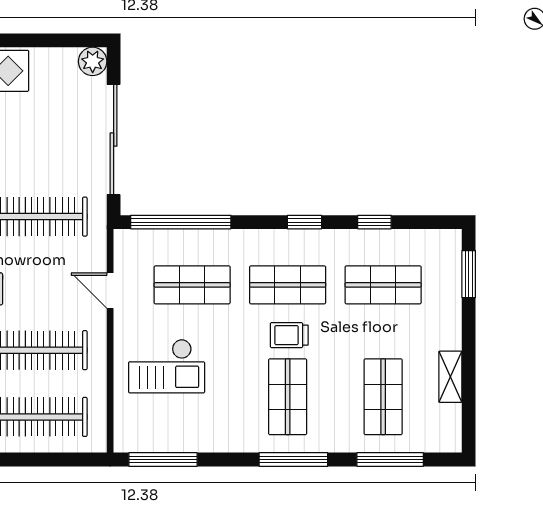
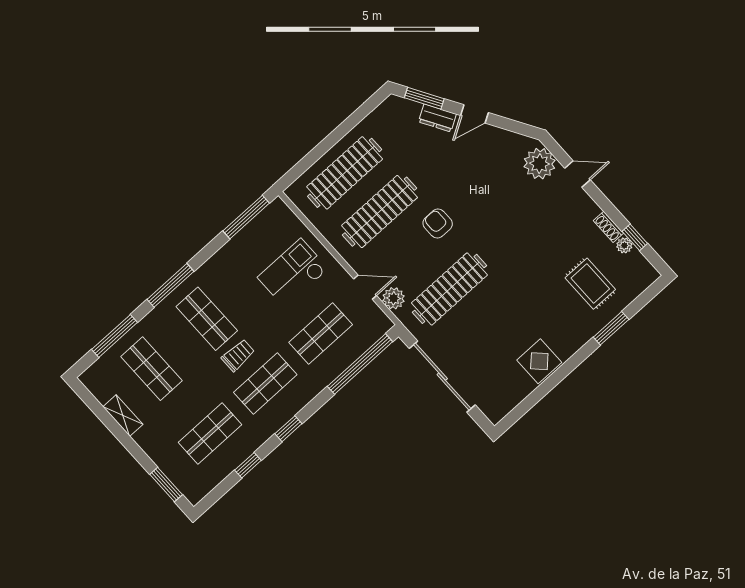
plant: (93, 61) -> (394, 298), moved

